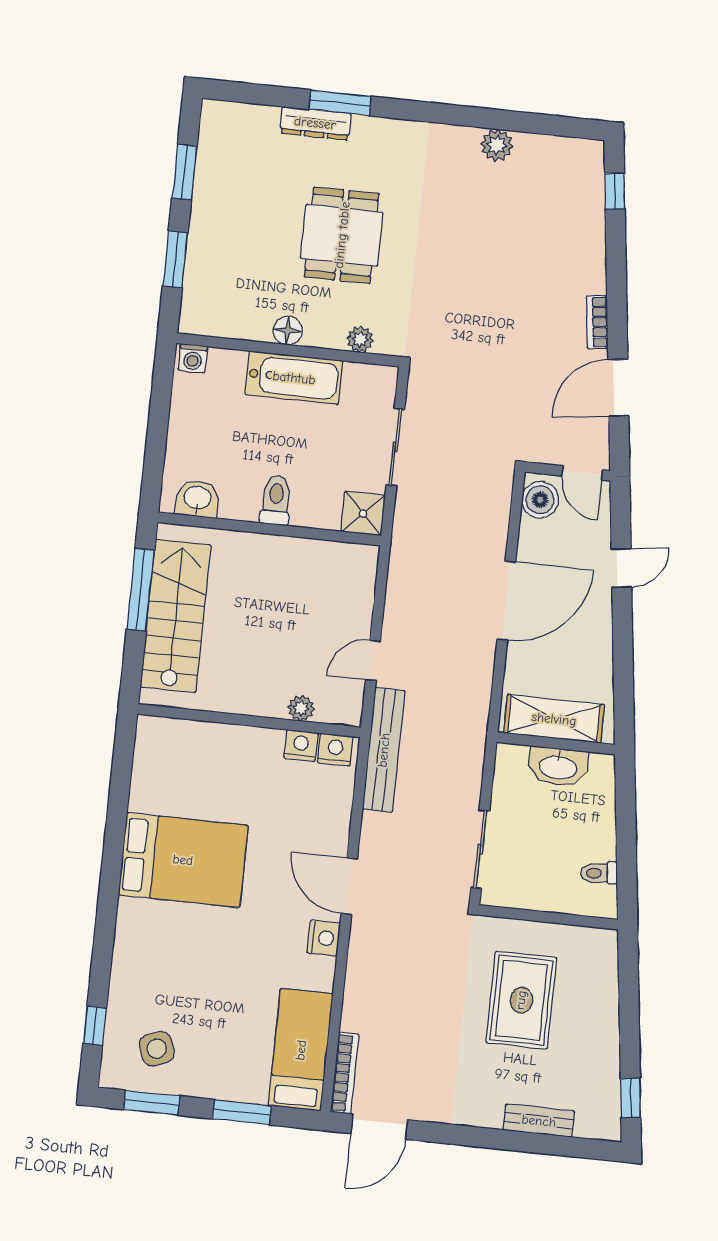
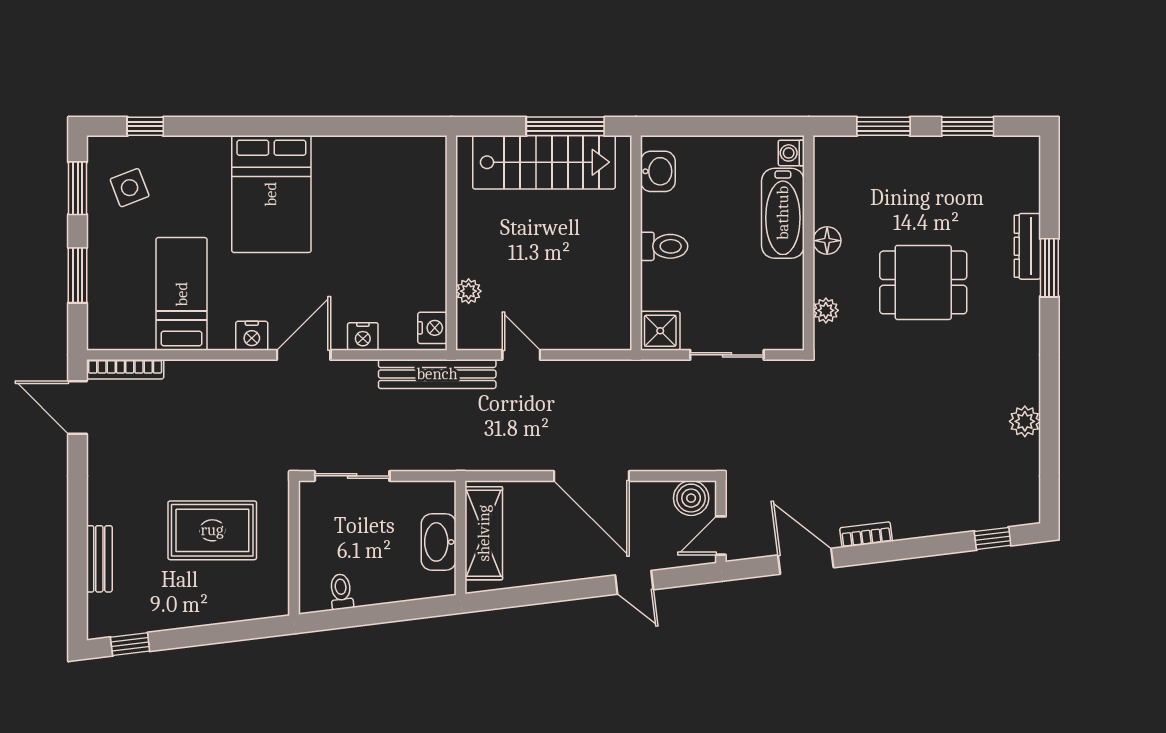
bathtub: (294, 378) -> (783, 213), moved
nightstand: (301, 745) -> (363, 336), moved, turned 90
bed: (183, 860) -> (271, 194), moved
bed: (301, 1050) -> (182, 294), moved, turned -90

